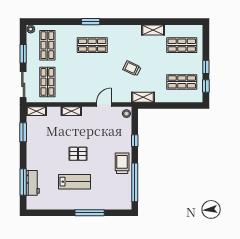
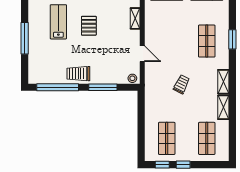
shelving: (143, 97) -> (223, 82), moved
window: (135, 141) -> (103, 87), width x2.17
trolley: (122, 163) -> (78, 74), turned 180
lab bench: (74, 182) -> (58, 22), turned 180

